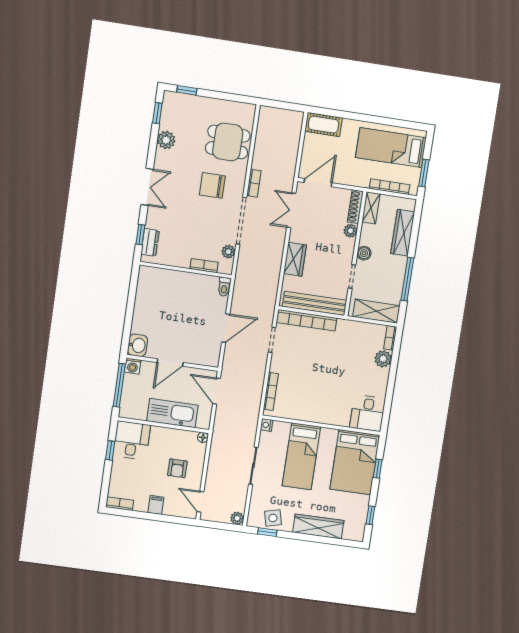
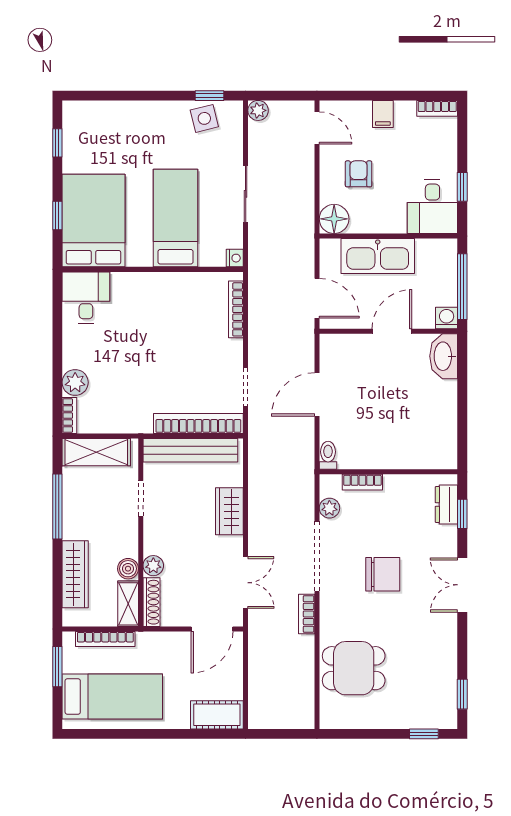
plant: (166, 140) -> (444, 657), removed
chair: (212, 185) -> (383, 574), moved
boiler: (364, 253) -> (128, 569), moved
washbasin: (137, 345) -> (444, 356), width x1.38
floor lamp: (203, 437) -> (334, 219), width x1.89, depth x1.89
wardrobe: (318, 526) -> (134, 115), removed

